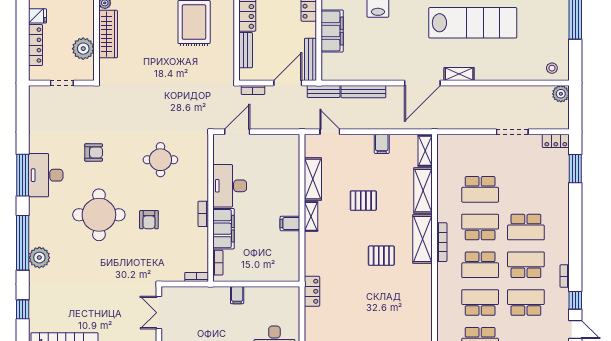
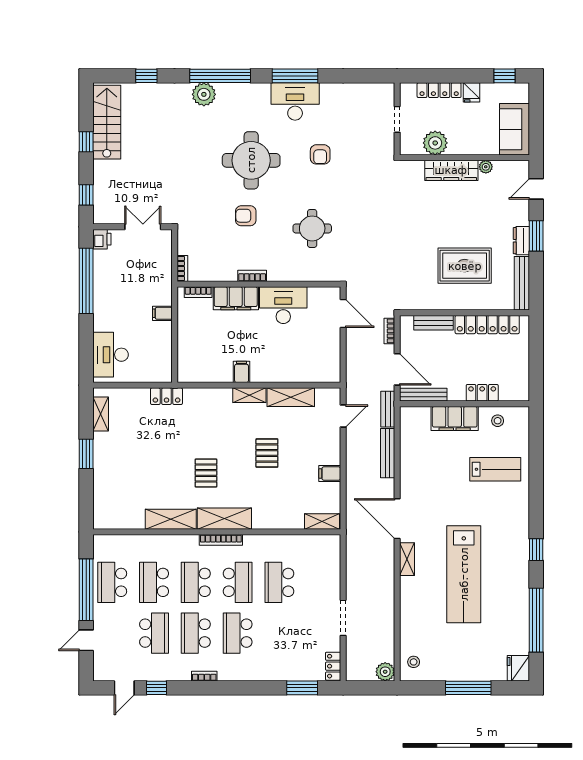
shelving: (423, 191) -> (171, 519), moved
school desk: (526, 265) -> (196, 633), turned 180
bookcase: (565, 276) -> (204, 676), moved
school desk: (480, 303) -> (154, 582), turned 180

